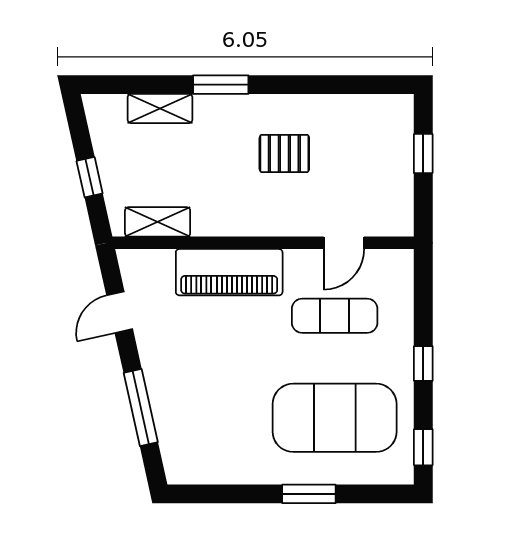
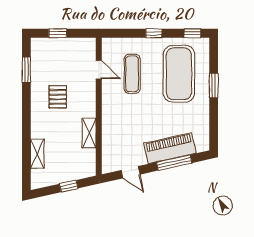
window: (221, 85) -> (26, 70), moved
shelving: (158, 222) -> (89, 133), moved
piano: (229, 272) -> (170, 148), moved, turned -103

